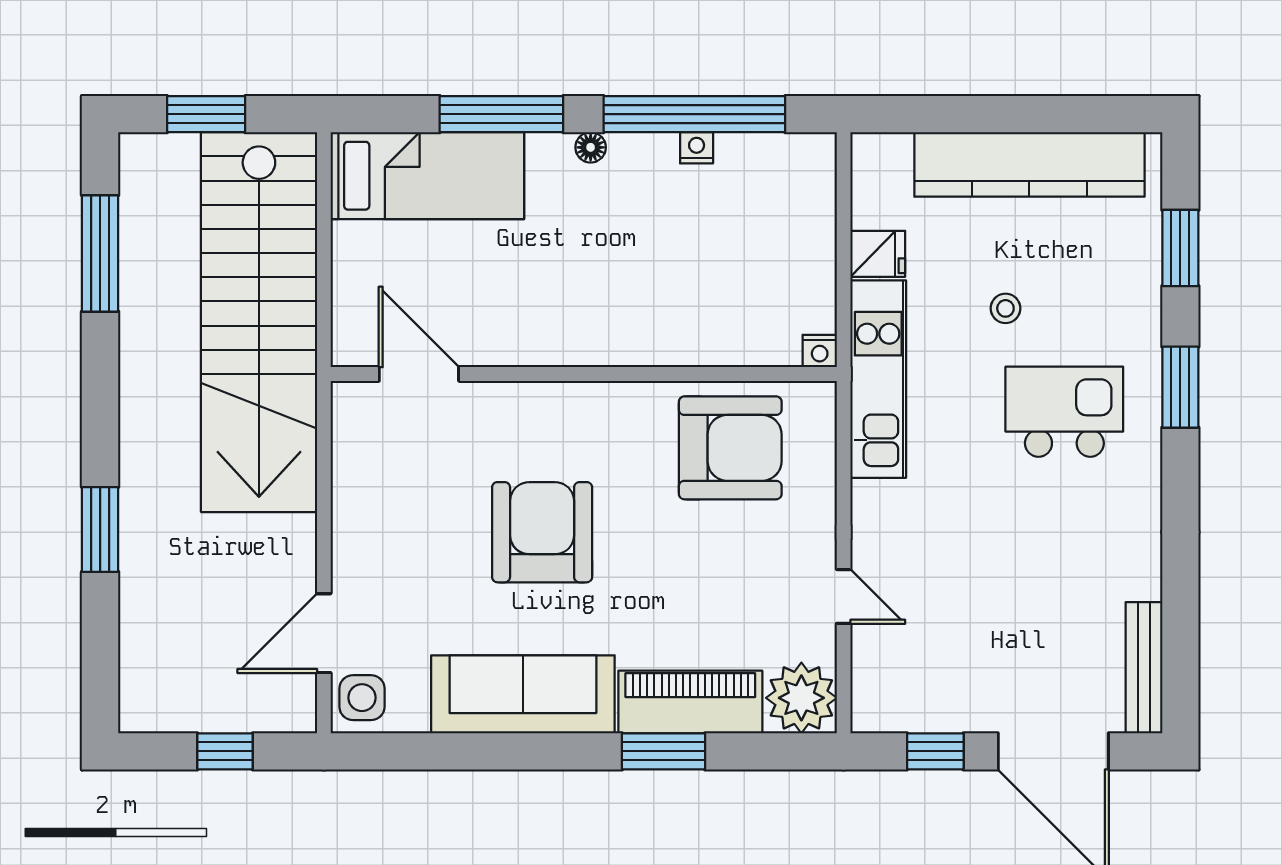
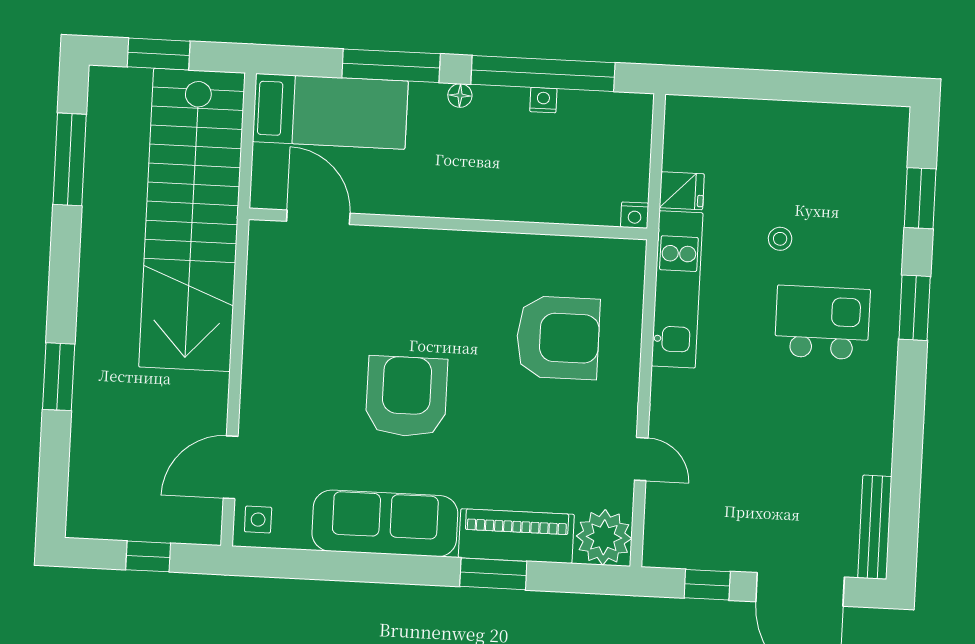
kitchen counter: (1029, 164) -> (805, 126), removed
nightstand: (820, 351) -> (635, 215), moved
door: (419, 374) -> (318, 217), moved
wall: (584, 374) -> (448, 224), moved
side table: (362, 698) -> (258, 520), width x0.73, depth x0.73

